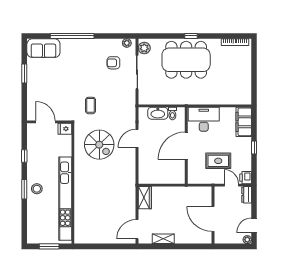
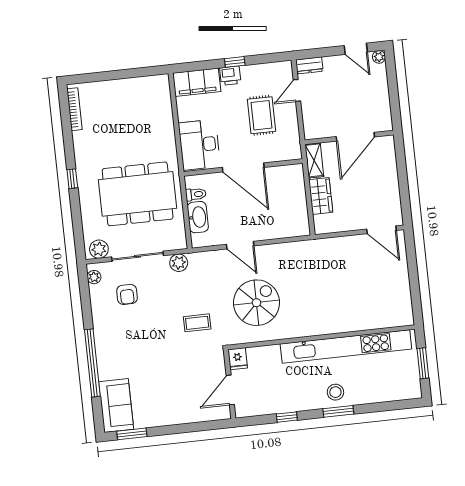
dining table: (186, 60) -> (138, 194), moved, turned 90
window: (24, 73) -> (132, 434), moved
plant: (130, 98) -> (179, 263), added
printer: (246, 178) -> (230, 76), moved
wardrobe: (145, 198) -> (321, 196), moved, turned 90
wall: (213, 215) -> (349, 137), moved
door: (213, 219) -> (355, 137), moved
shelving: (163, 239) -> (314, 160), moved

